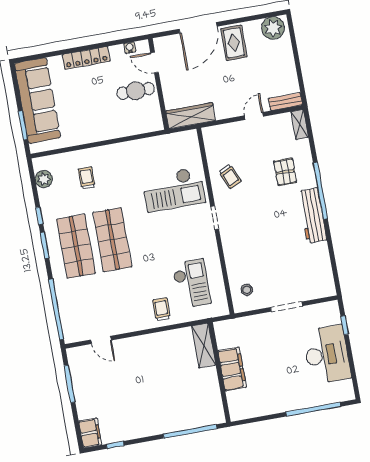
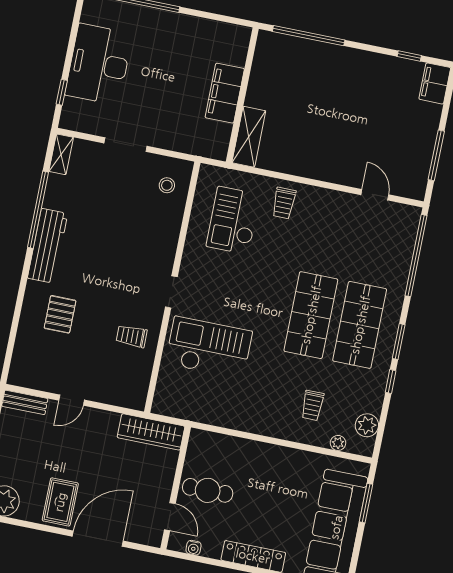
shelving: (300, 125) -> (61, 154), moved
plant: (59, 159) -> (338, 443), added
trolley: (230, 176) -> (132, 336), turned -66
window: (320, 191) -> (38, 210), moved

